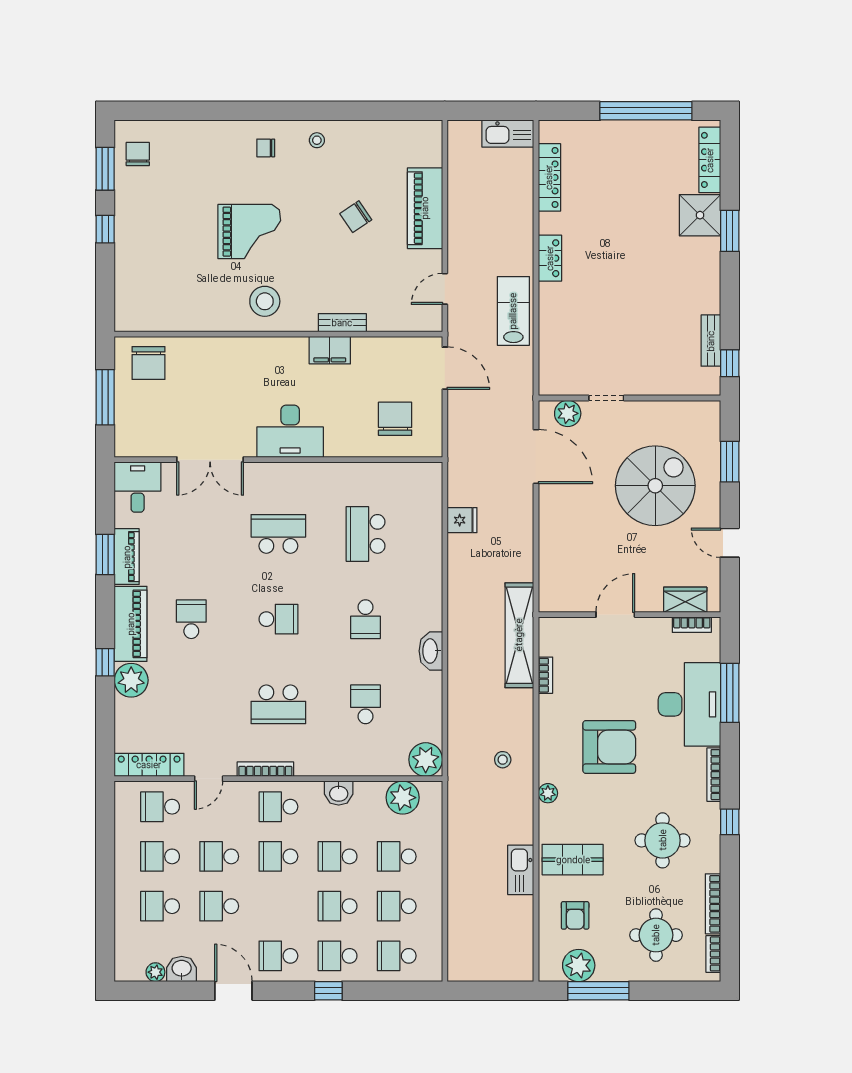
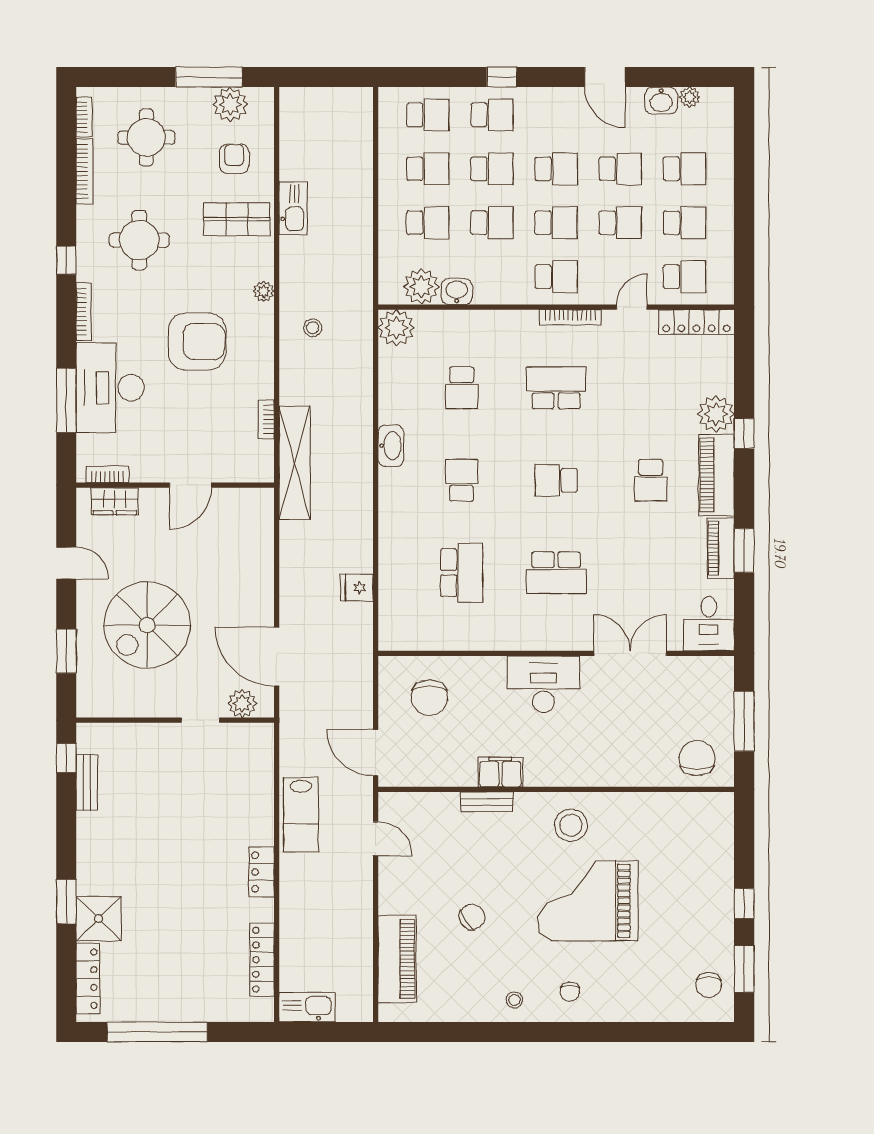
chair: (266, 148) -> (570, 992), turned 90
piano: (425, 208) -> (397, 959), moved
grand piano: (249, 232) -> (588, 901), width x1.37, depth x1.48
door: (445, 289) -> (376, 839), hinge flipped
armchair: (609, 747) -> (197, 341), turned 180
washbasin: (339, 793) -> (457, 292), moved
school desk: (278, 956) -> (556, 169), moved

